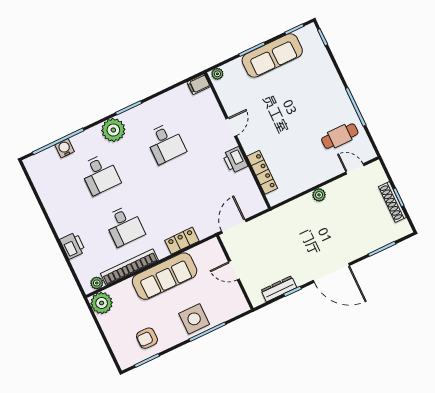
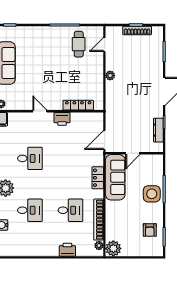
door: (234, 226) -> (104, 140), hinge flipped
sofa: (165, 276) -> (115, 177), moved

